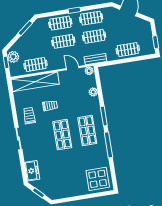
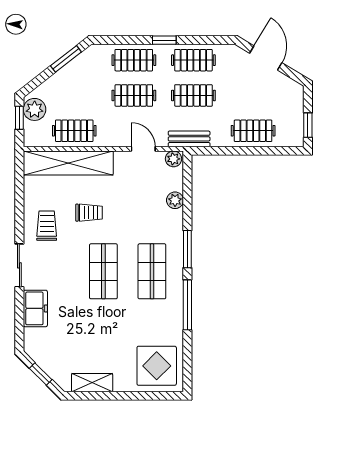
freezer: (32, 171) -> (35, 308), moved
shelving: (66, 193) -> (92, 383), added

